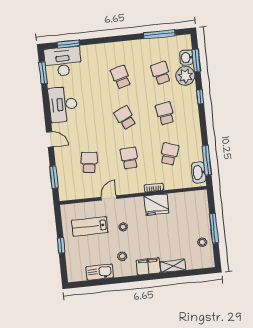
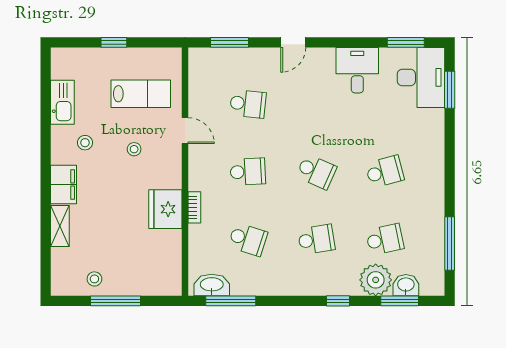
desk: (63, 104) -> (357, 70), width x0.73
school desk: (125, 118) -> (316, 172), turned 48
lab bench: (90, 226) -> (141, 94), turned 90

